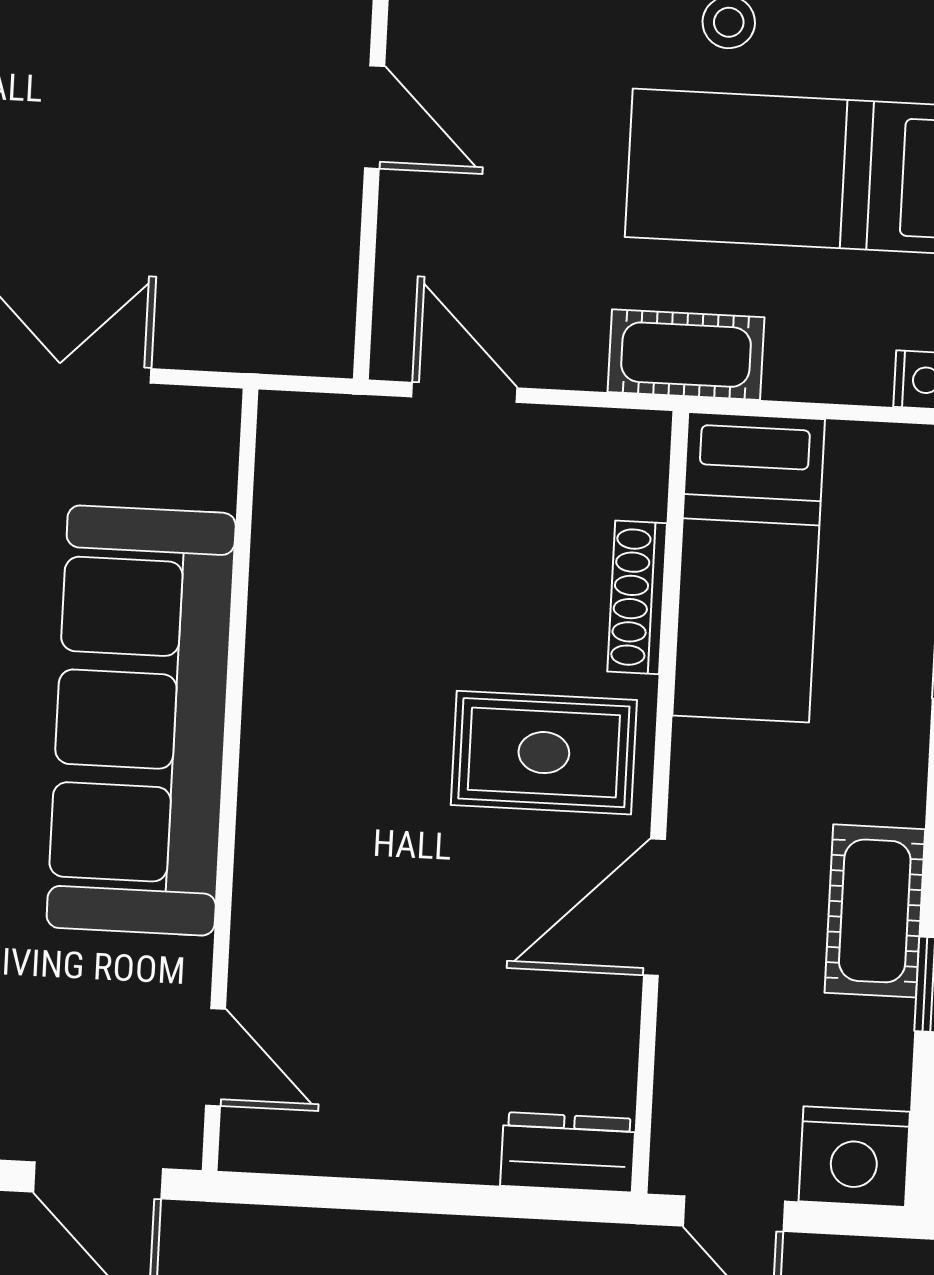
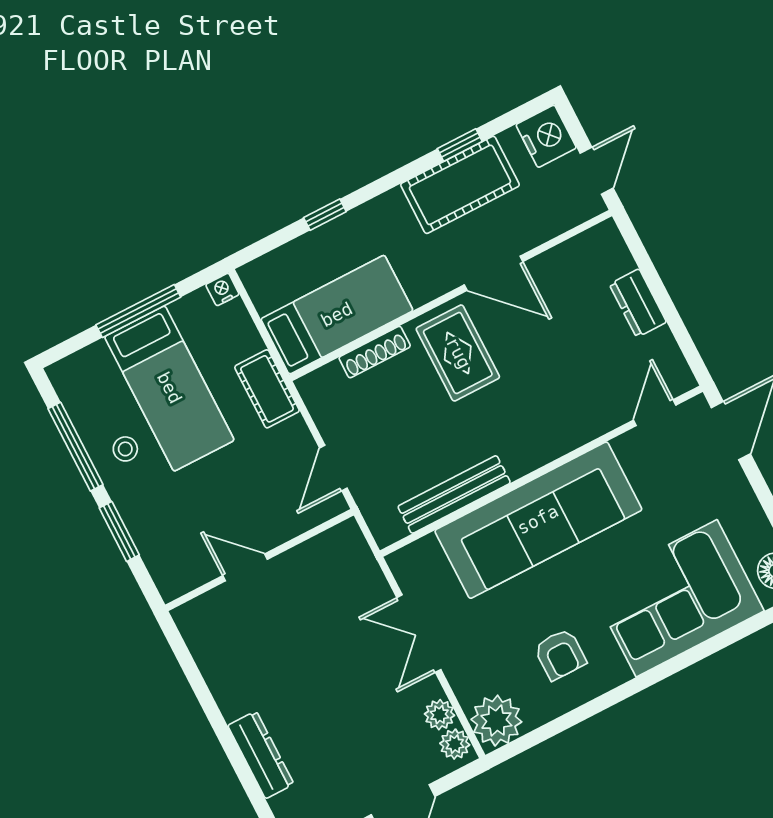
door: (375, 117) -> (245, 567), hinge flipped
bench: (282, 590) -> (454, 495), added
cot: (875, 911) -> (460, 185), width x1.37, depth x1.34
dresser: (568, 1152) -> (638, 303), moved

